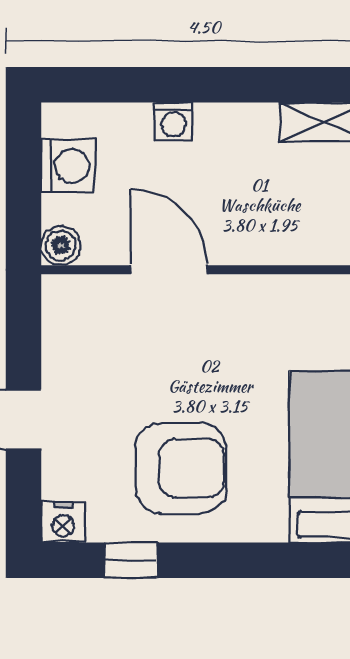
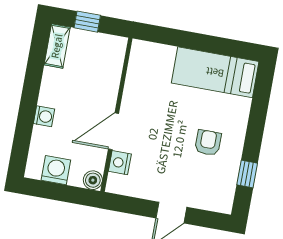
armchair: (181, 468) -> (208, 143), width x0.53, depth x0.53
nightstand: (63, 522) -> (120, 163), moved, turned 180

